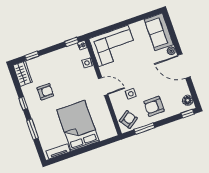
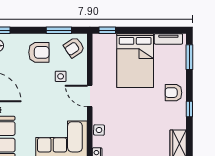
armchair: (45, 92) -> (173, 93), moved
window: (32, 129) -> (189, 57), moved
window: (107, 142) -> (107, 30), added

